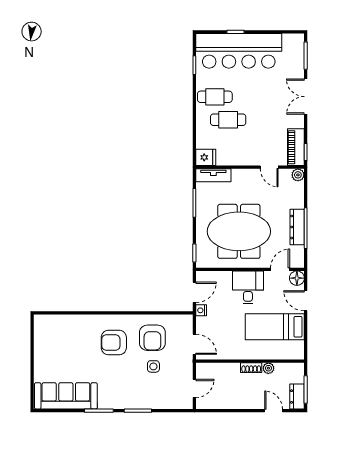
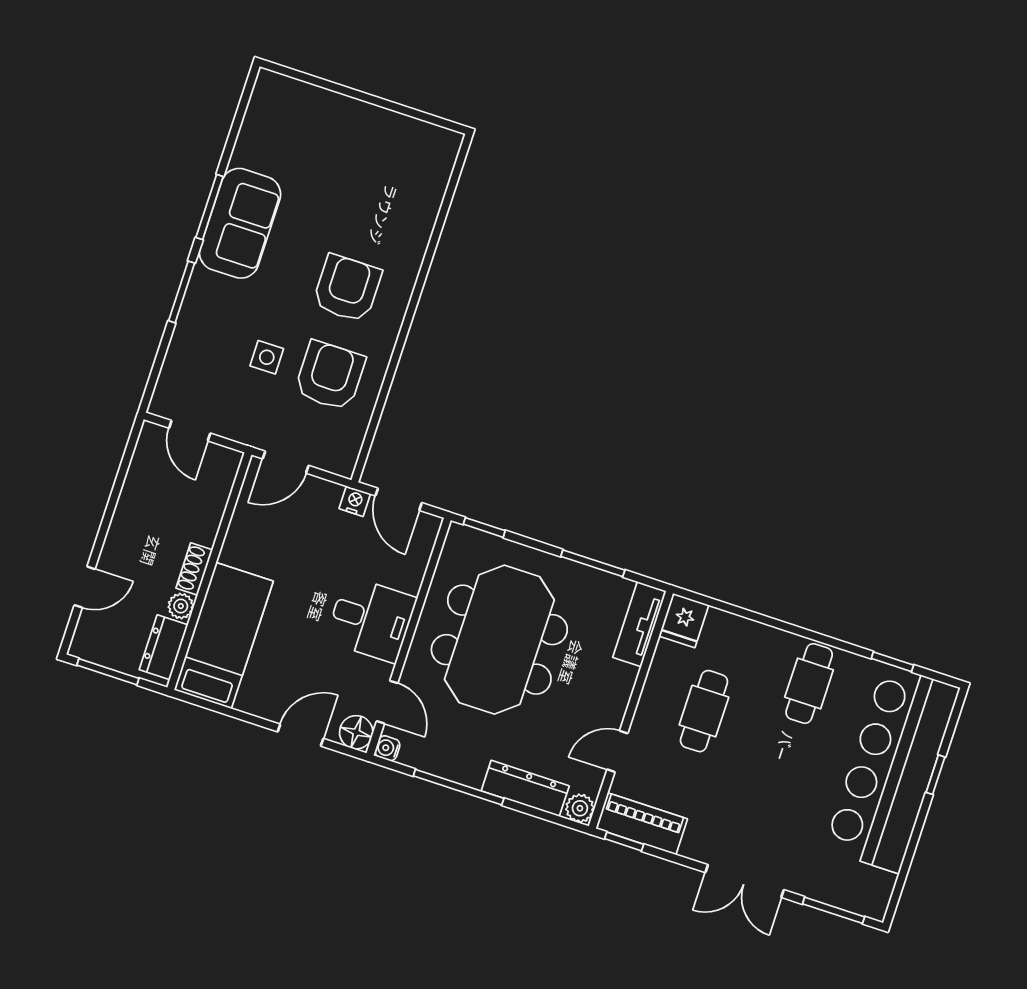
double door: (306, 97) -> (745, 881), swing flipped
cafe table: (228, 120) -> (704, 711), moved
dresser: (297, 227) -> (525, 788), moved
water cooler: (299, 263) -> (387, 748), added
bed: (275, 327) -> (224, 636), moved
armchair: (152, 338) -> (330, 376), turned 90
sofa: (66, 396) -> (240, 223), moved, width x0.73
dresser: (297, 397) -> (164, 647), moved, turned -90

